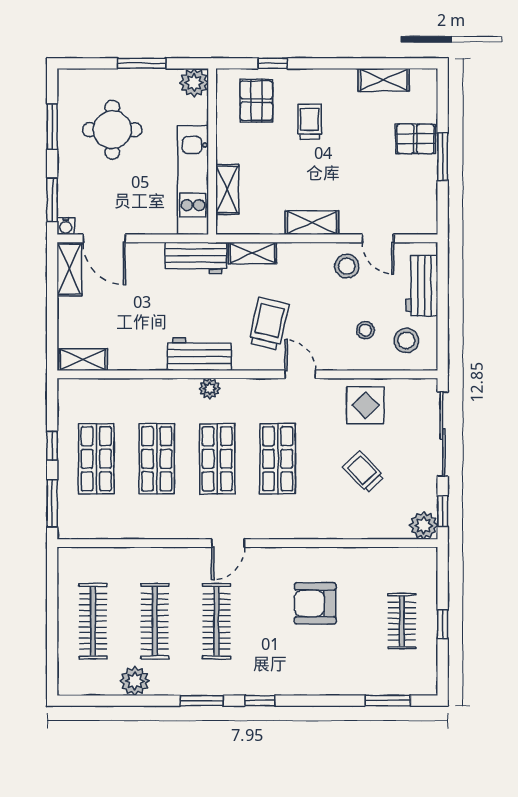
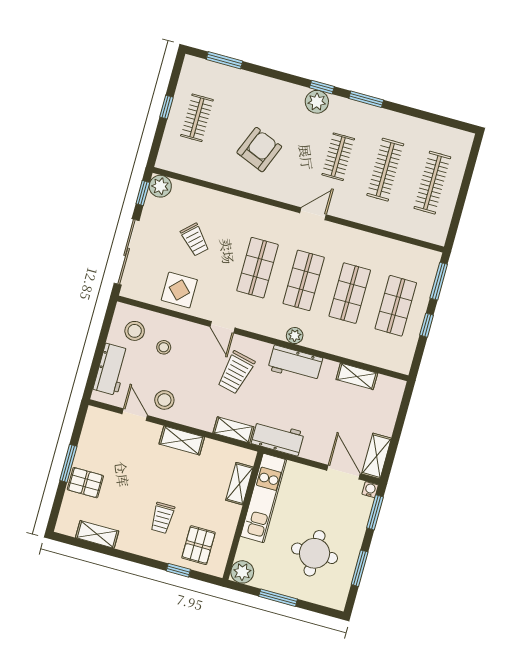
shelving: (83, 360) -> (357, 376), moved
armchair: (315, 603) -> (259, 150), turned -68
clothes rail: (217, 621) -> (338, 157), width x0.73
plant: (135, 681) -> (317, 102), moved

